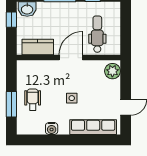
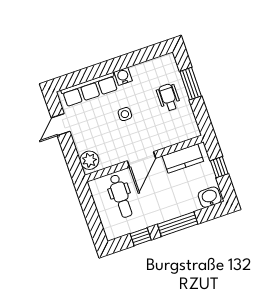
window: (11, 20) -> (219, 167), moved
wheelchair: (33, 100) -> (168, 97), turned 180
water cooler: (52, 129) -> (123, 76), moved

